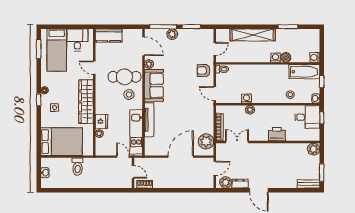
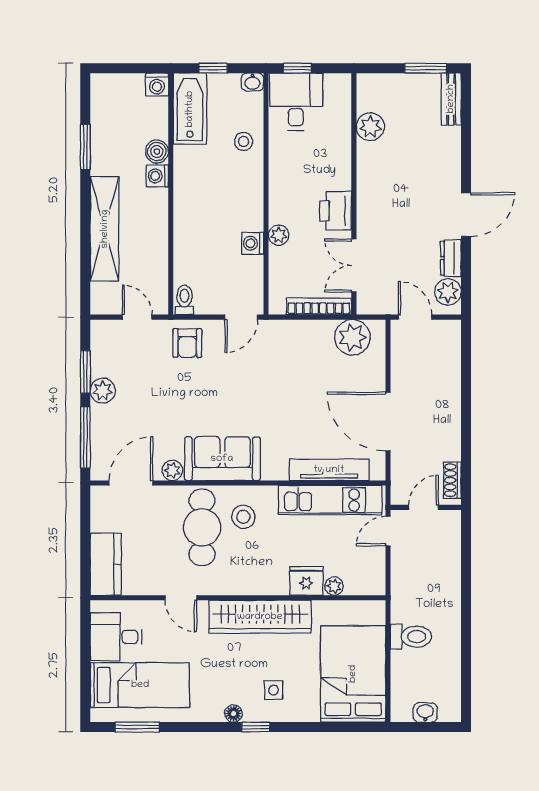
plant: (172, 34) -> (103, 391), moved
door: (94, 68) -> (181, 598), hinge flipped
tv unit: (149, 120) -> (329, 470), moved
printer: (277, 134) -> (336, 211), moved
plant: (314, 149) -> (370, 127), moved
door: (181, 157) -> (388, 421), moved

